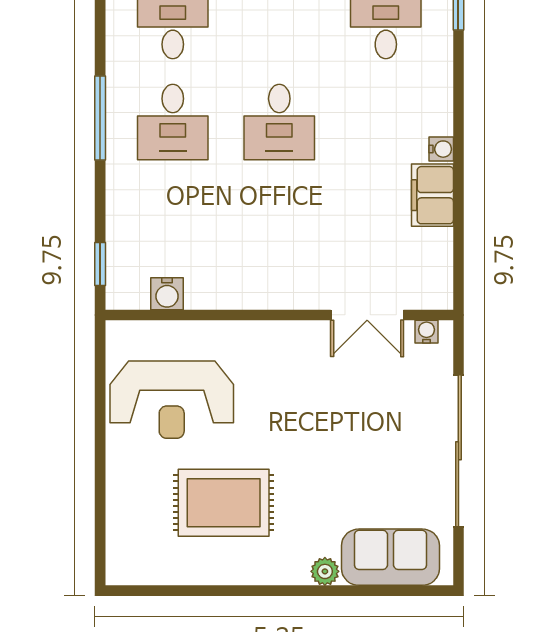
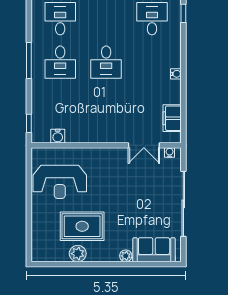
filing cabinet: (432, 195) -> (172, 118), moved
plant: (213, 566) -> (78, 254), added

